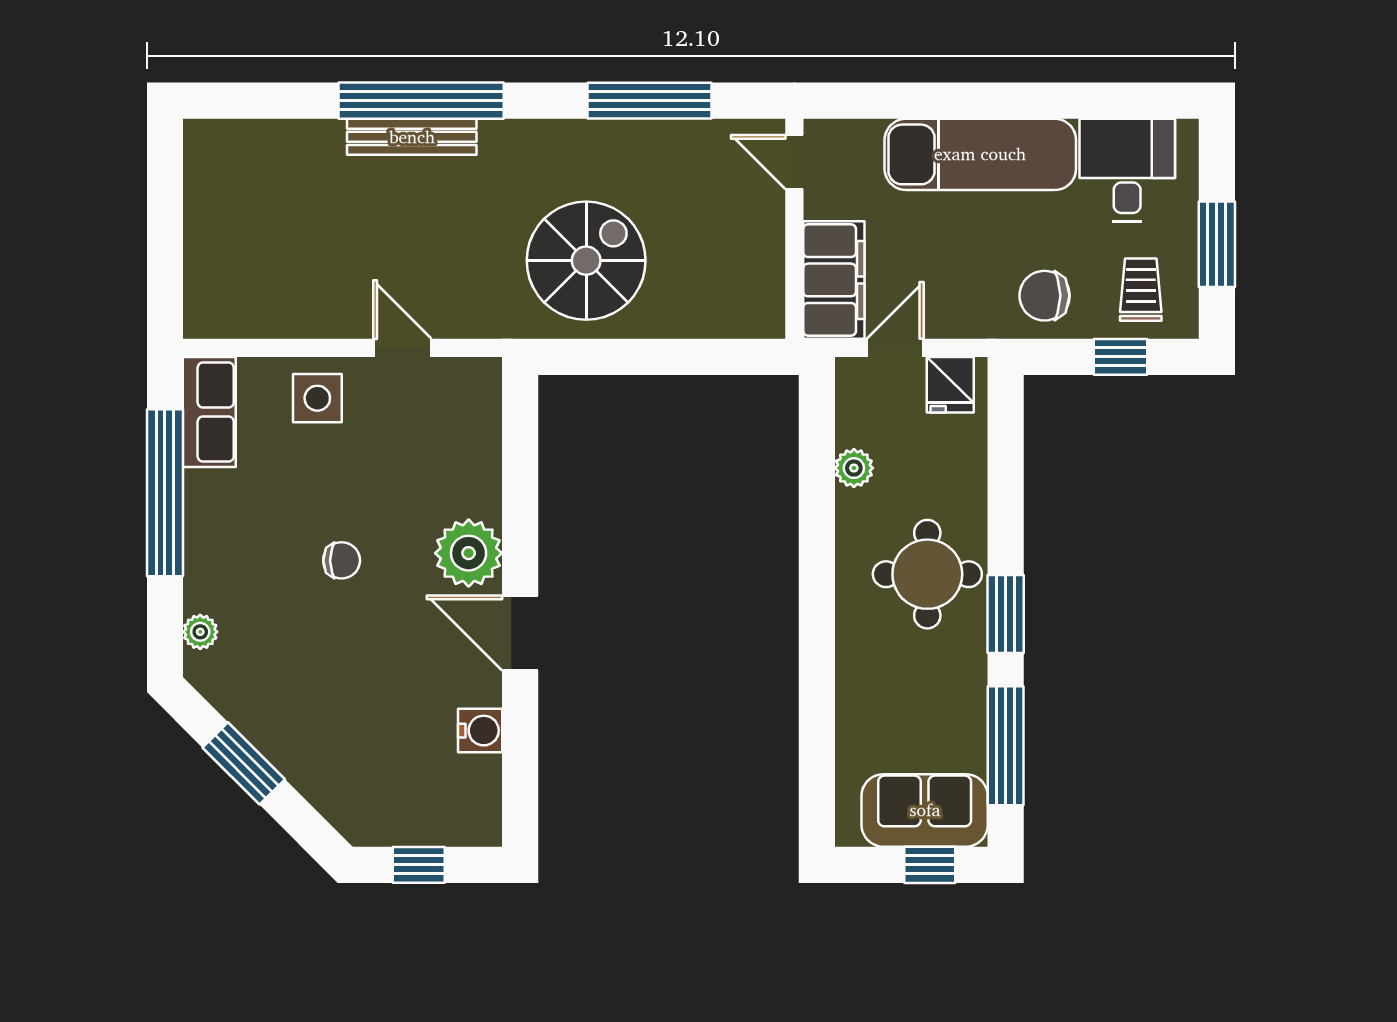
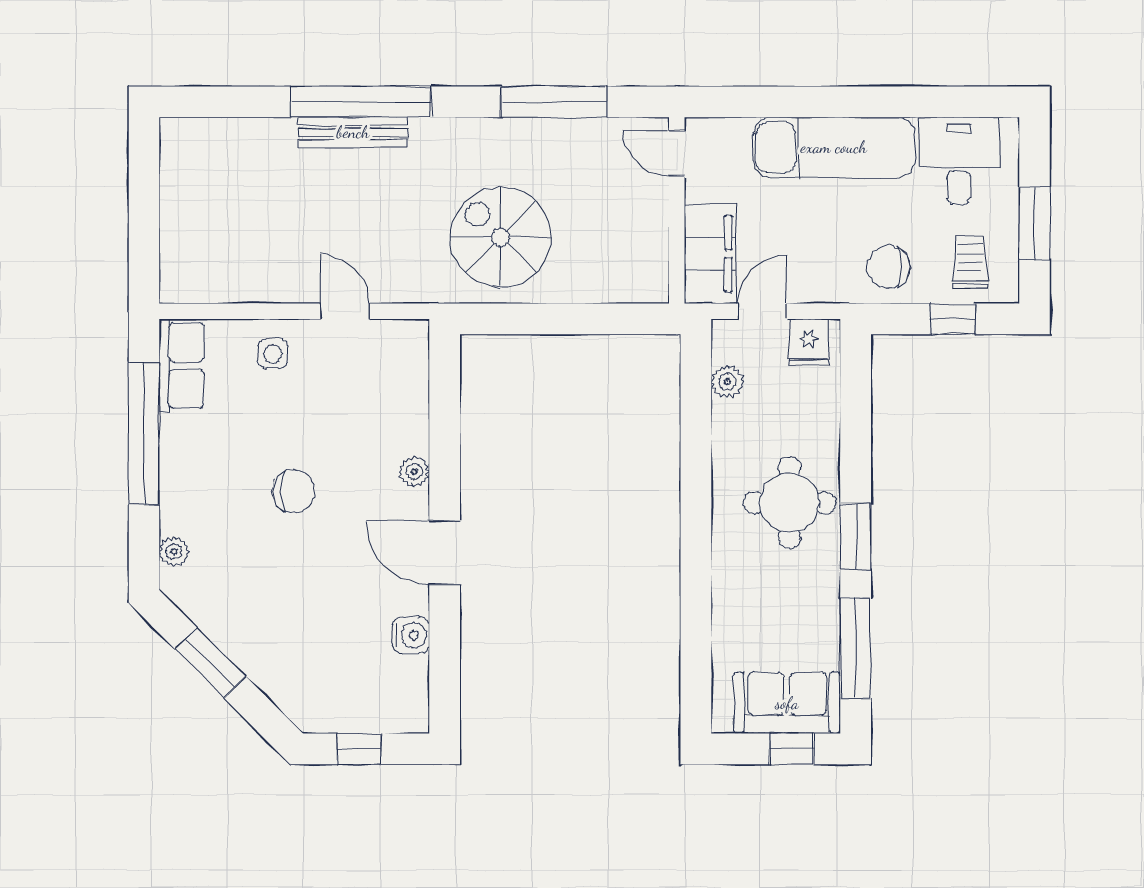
spiral stairs: (586, 261) -> (501, 237), turned -90
side table: (317, 398) -> (273, 354), width x0.73, depth x0.73
plant: (854, 468) -> (727, 382), moved
plant: (469, 553) -> (414, 472), width x0.53, depth x0.53
chair: (342, 560) -> (293, 491), width x1.37, depth x1.37

